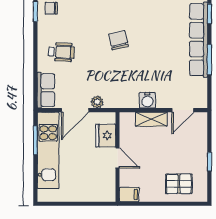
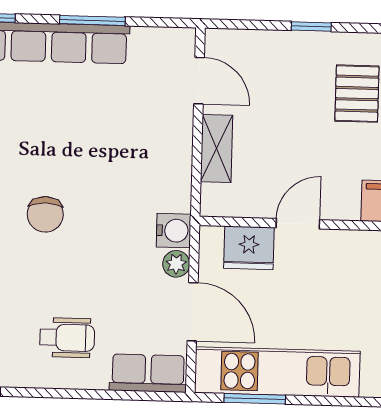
chair: (119, 40) -> (45, 214), turned -77
wheelchair: (61, 52) -> (67, 338), turned 87
water cooler: (147, 100) -> (174, 231), moved

